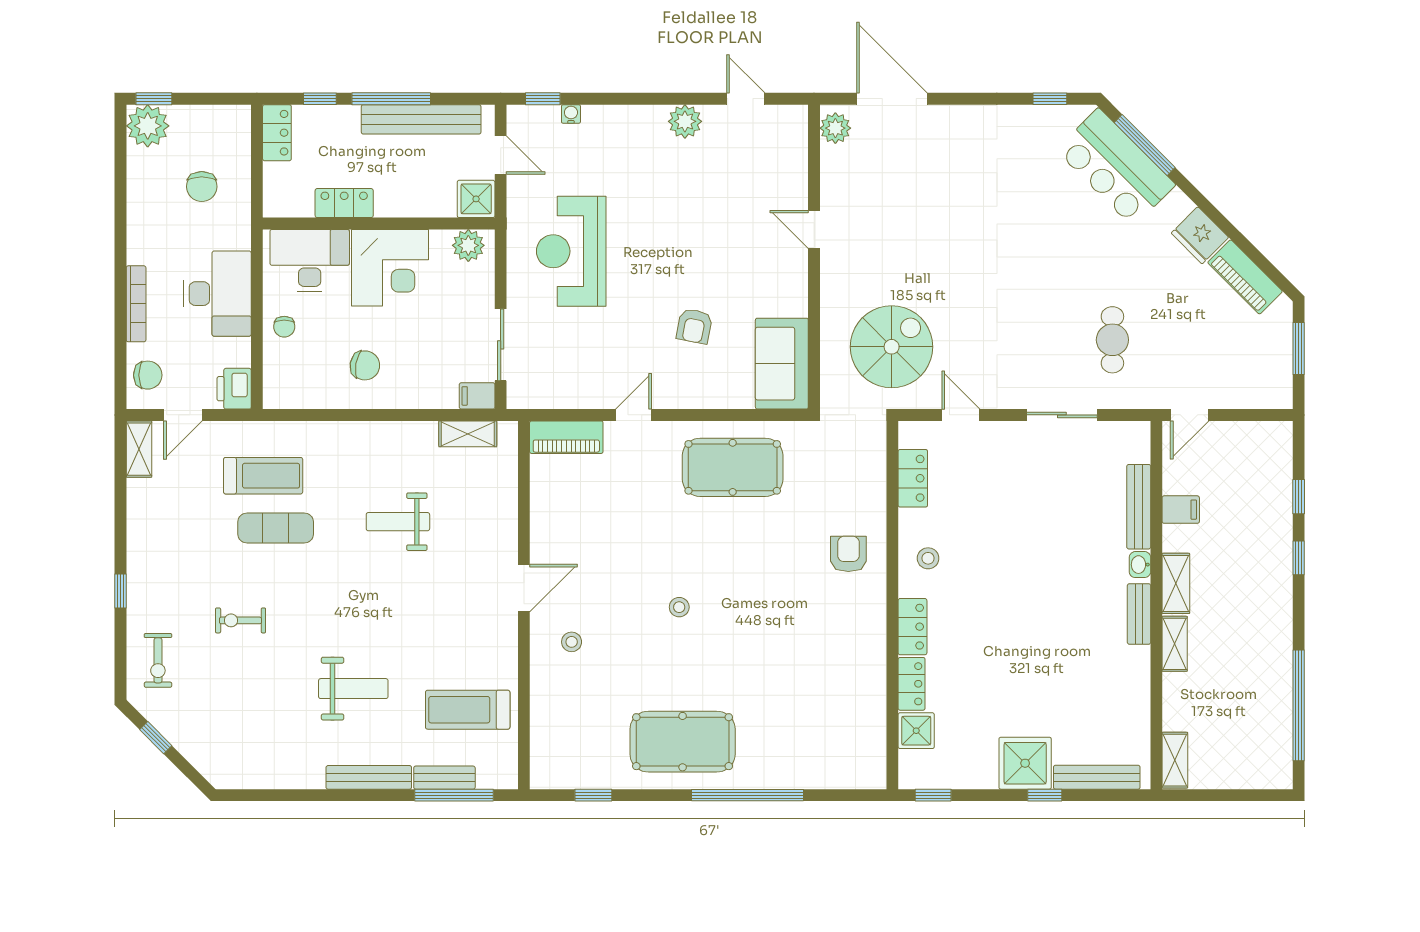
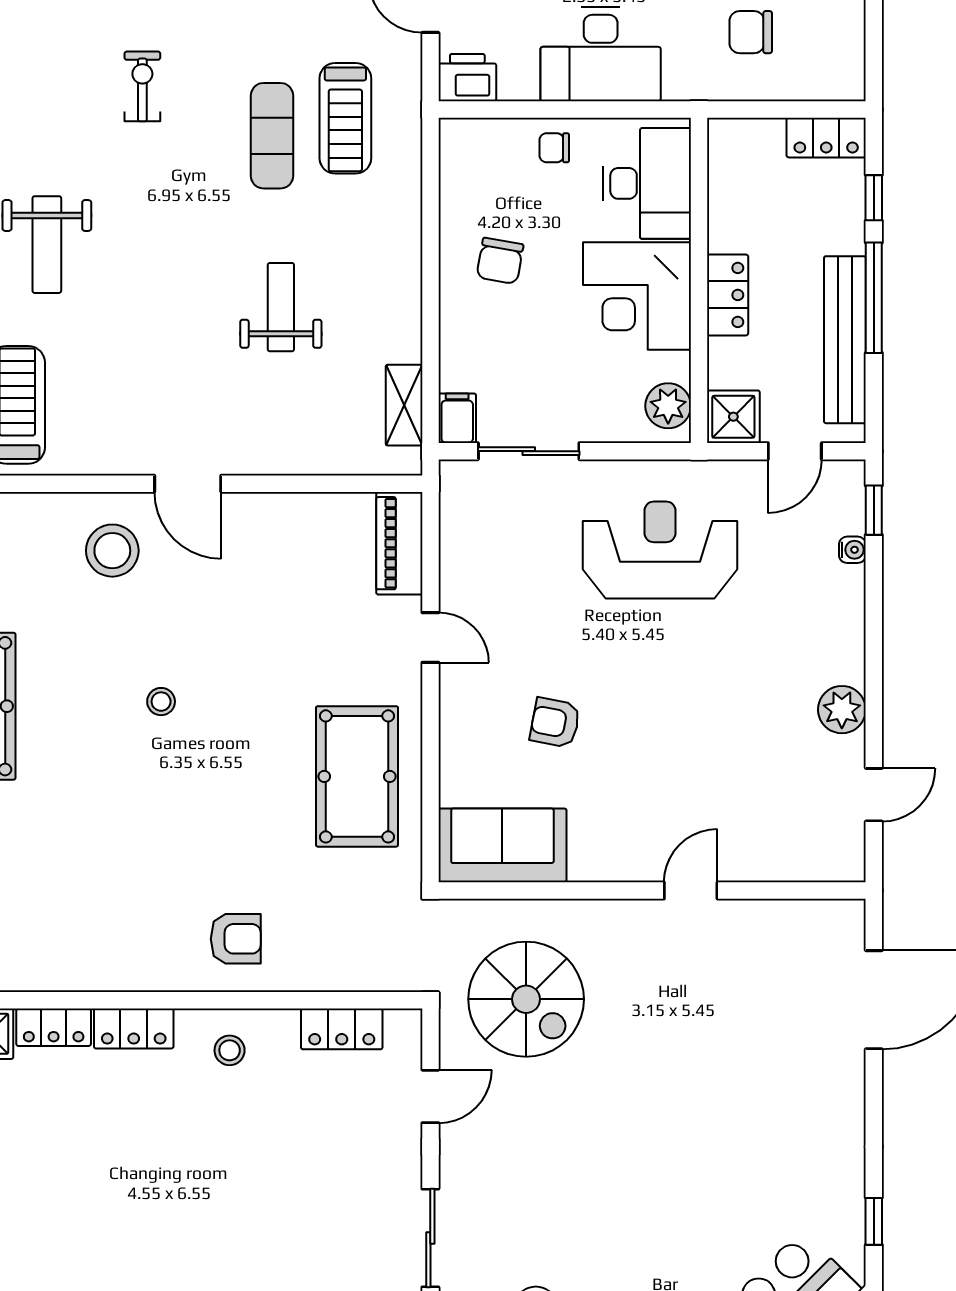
plant: (835, 128) -> (833, 920), removed
locker: (344, 203) -> (728, 295), moved
stool: (572, 642) -> (112, 551), width x1.89, depth x1.89

